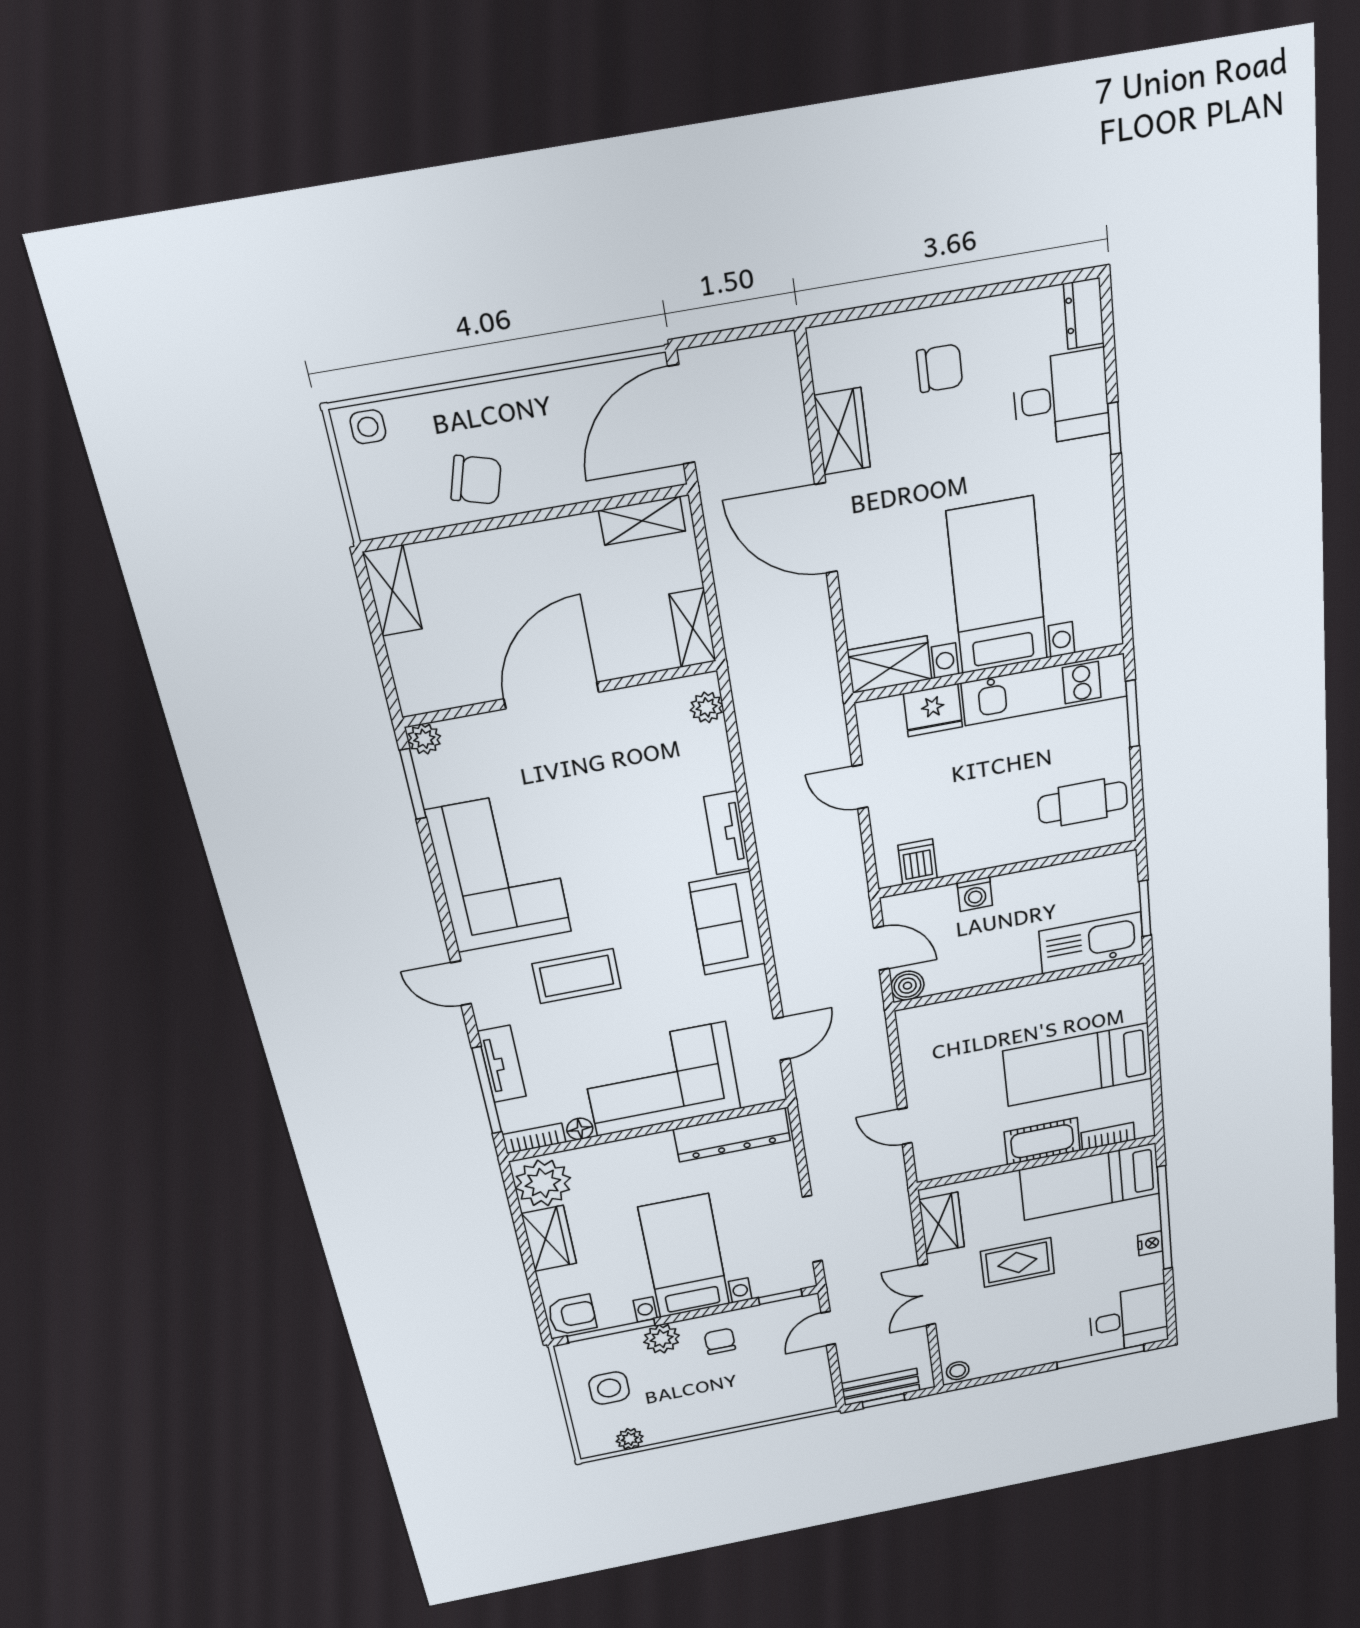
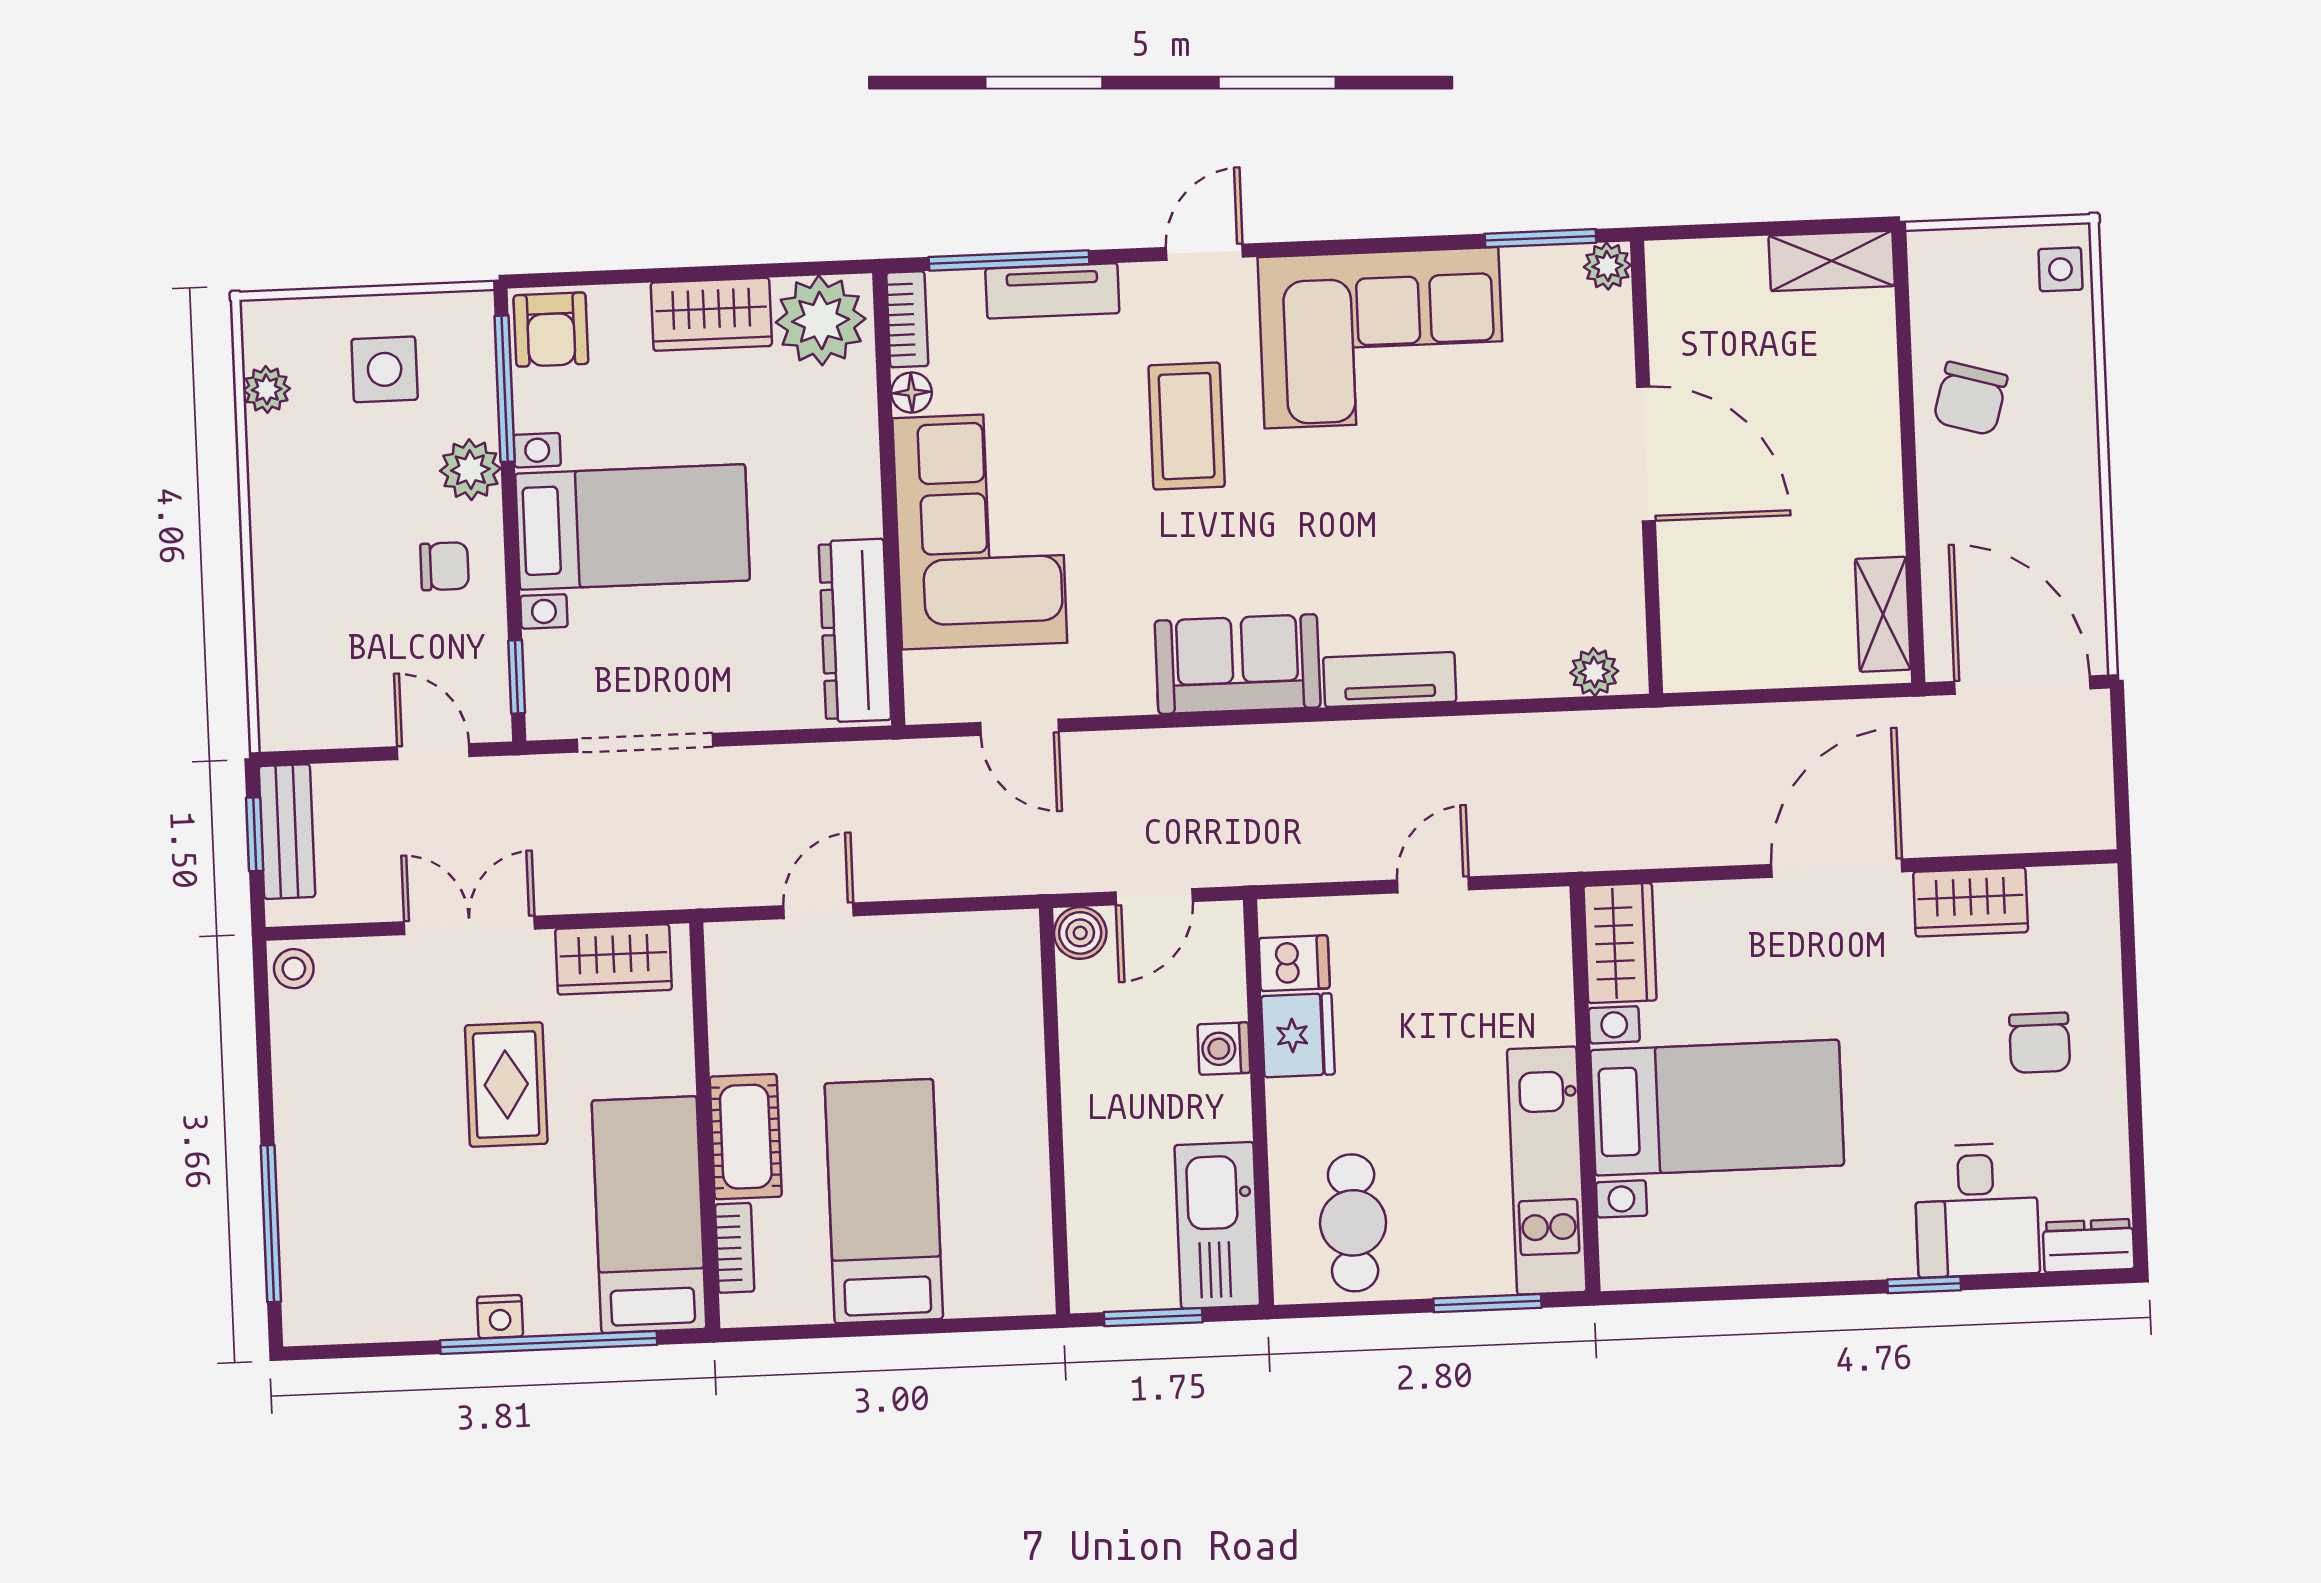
shelving: (693, 628) -> (1718, 666), removed
fridge: (933, 710) -> (1298, 1035), moved, turned 180
kitchen sink: (1092, 943) -> (1217, 1225), moved, turned 180
desk: (1129, 1319) -> (344, 1276), removed

